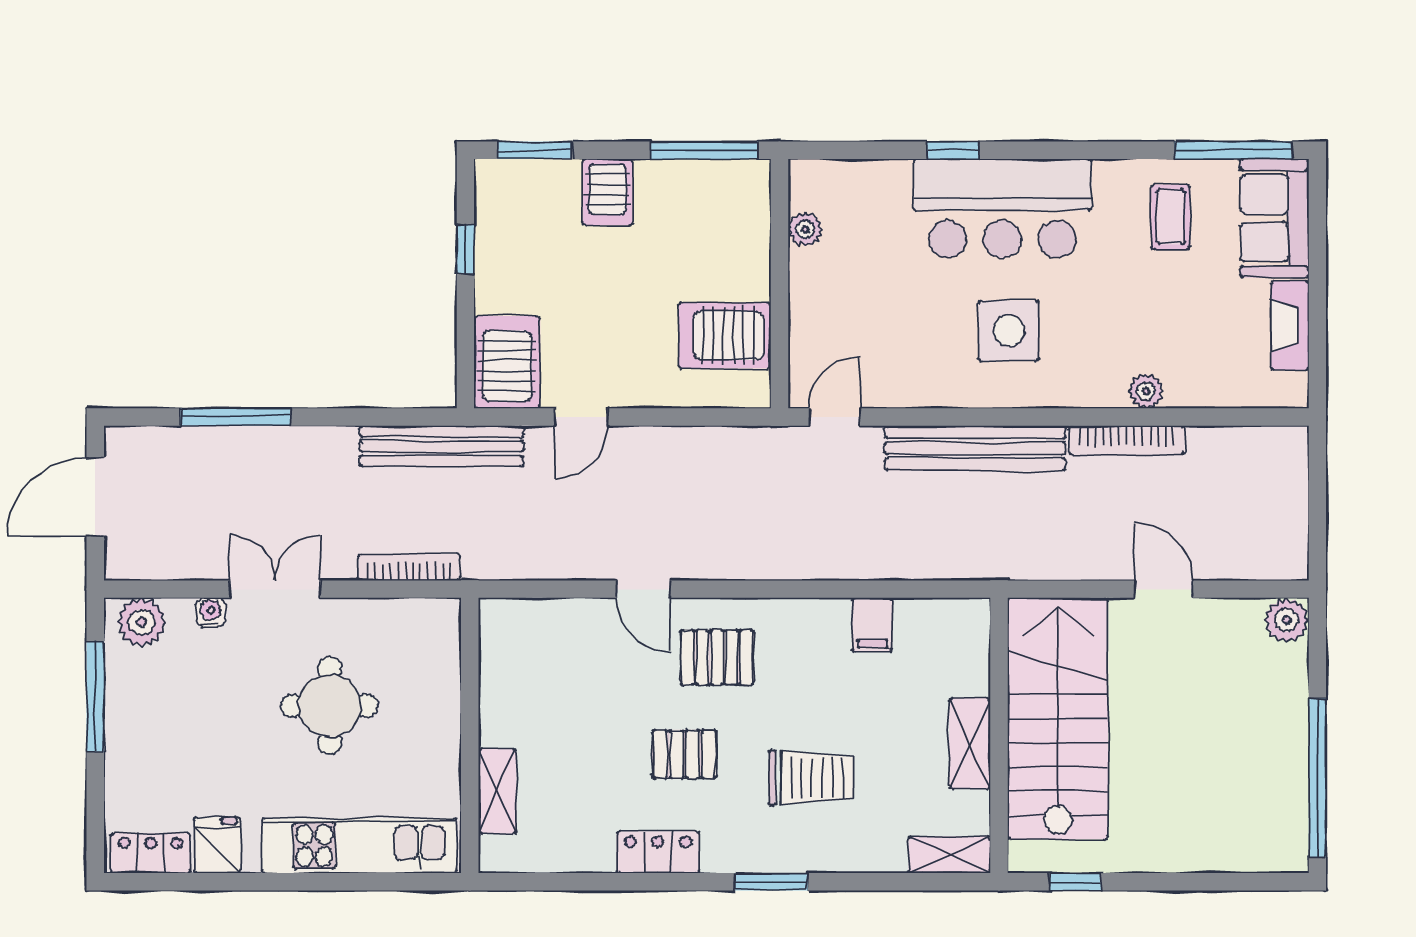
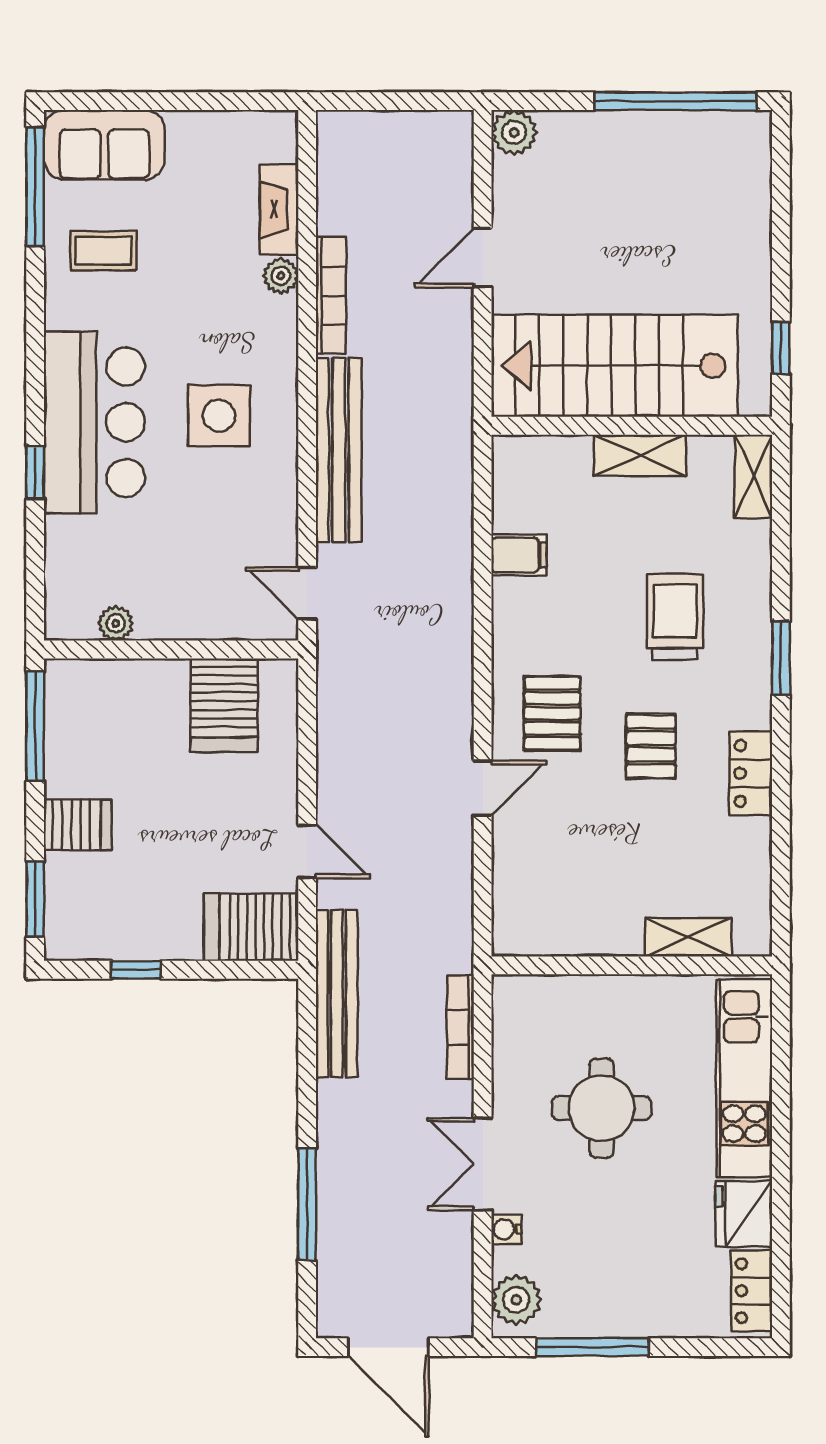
fireplace: (1290, 325) -> (279, 209), moved, turned 90
fridge: (217, 845) -> (744, 1214), width x1.38

